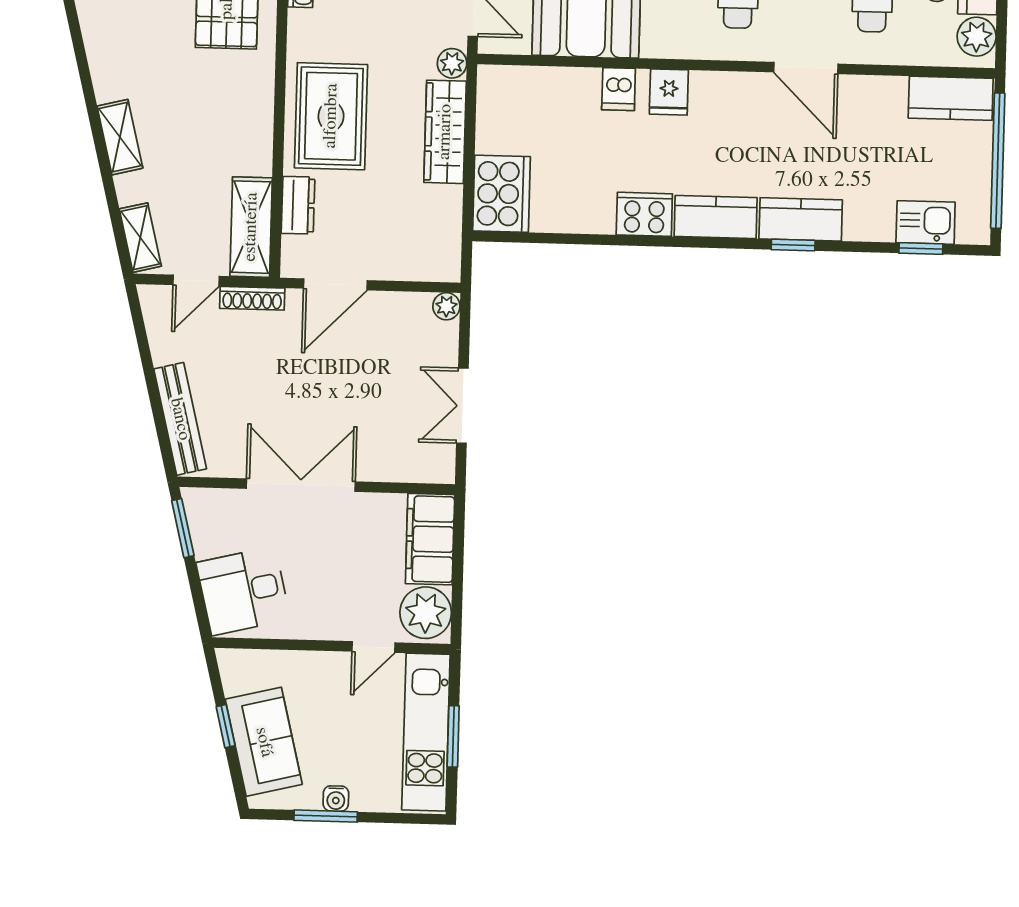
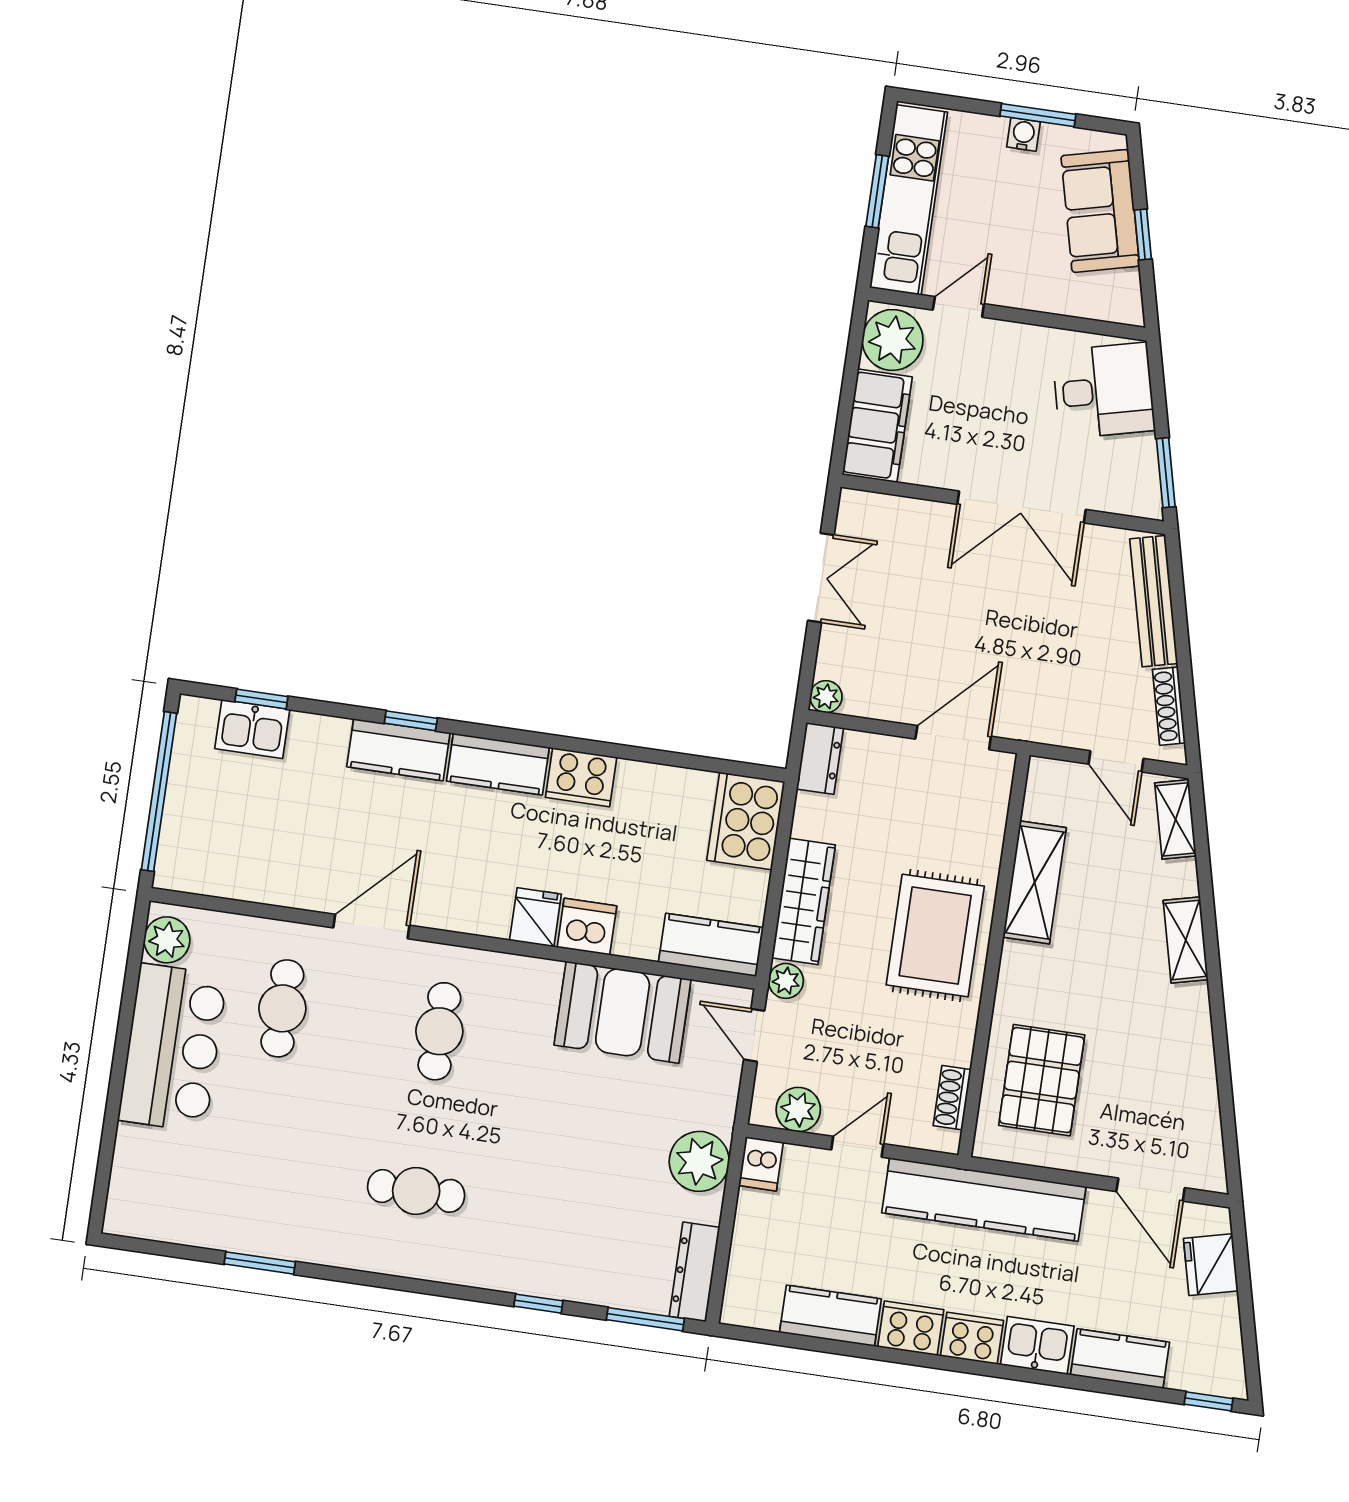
door: (806, 68) -> (371, 927), hinge flipped
dishwasher: (619, 89) -> (587, 927), width x1.38
kitchen counter: (951, 98) -> (711, 945), moved
dresser: (298, 205) -> (820, 758), moved, turned 180
shelving: (251, 227) -> (1035, 882), moved
door: (196, 280) -> (1116, 761), swing flipped
shoe rack: (252, 298) -> (1169, 706), moved, turned -104

